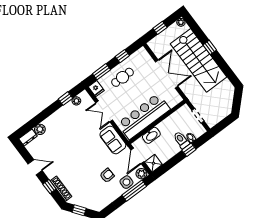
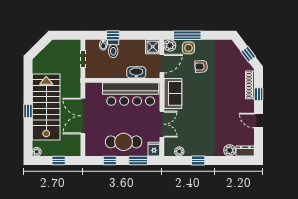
cafe table: (123, 77) -> (124, 142), width x1.37, depth x1.35
window: (65, 99) -> (198, 161), moved

